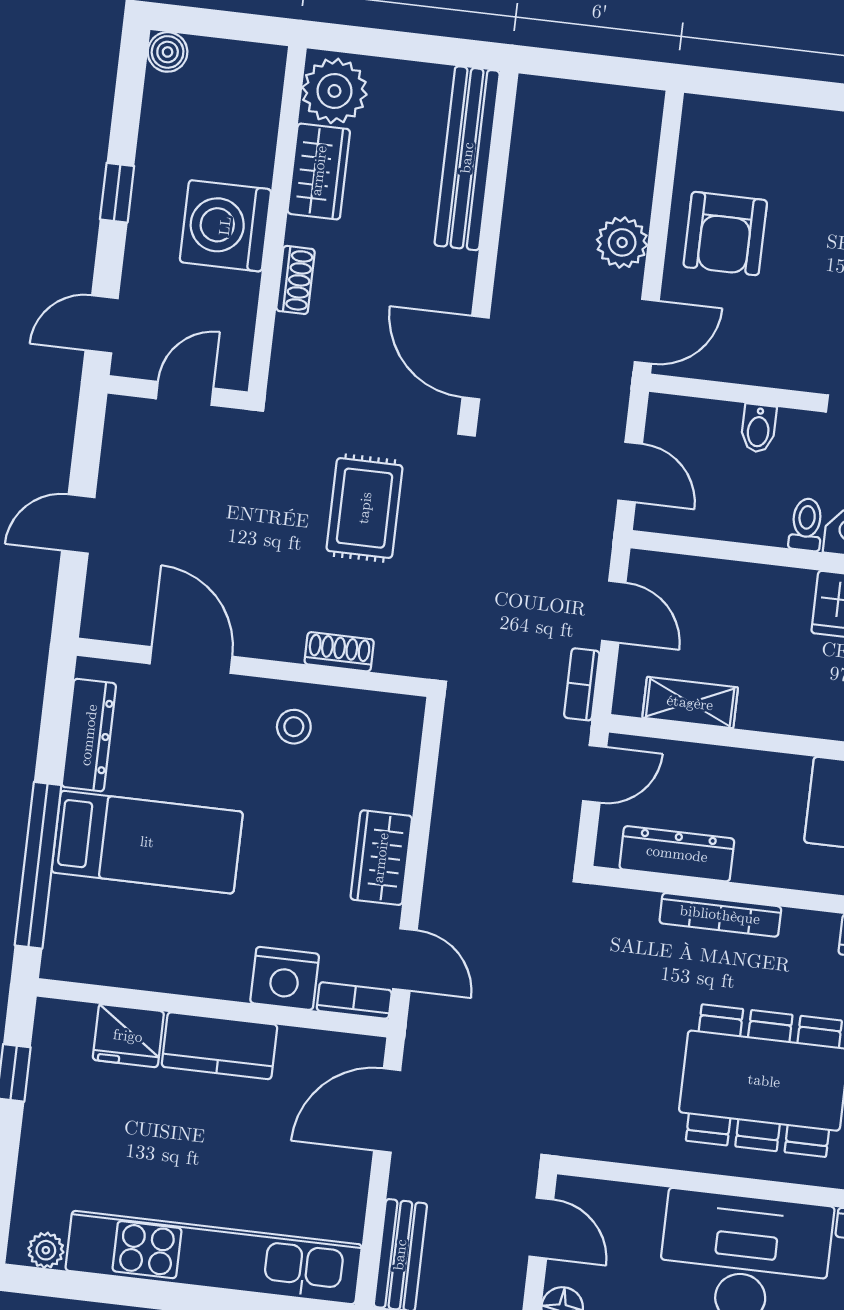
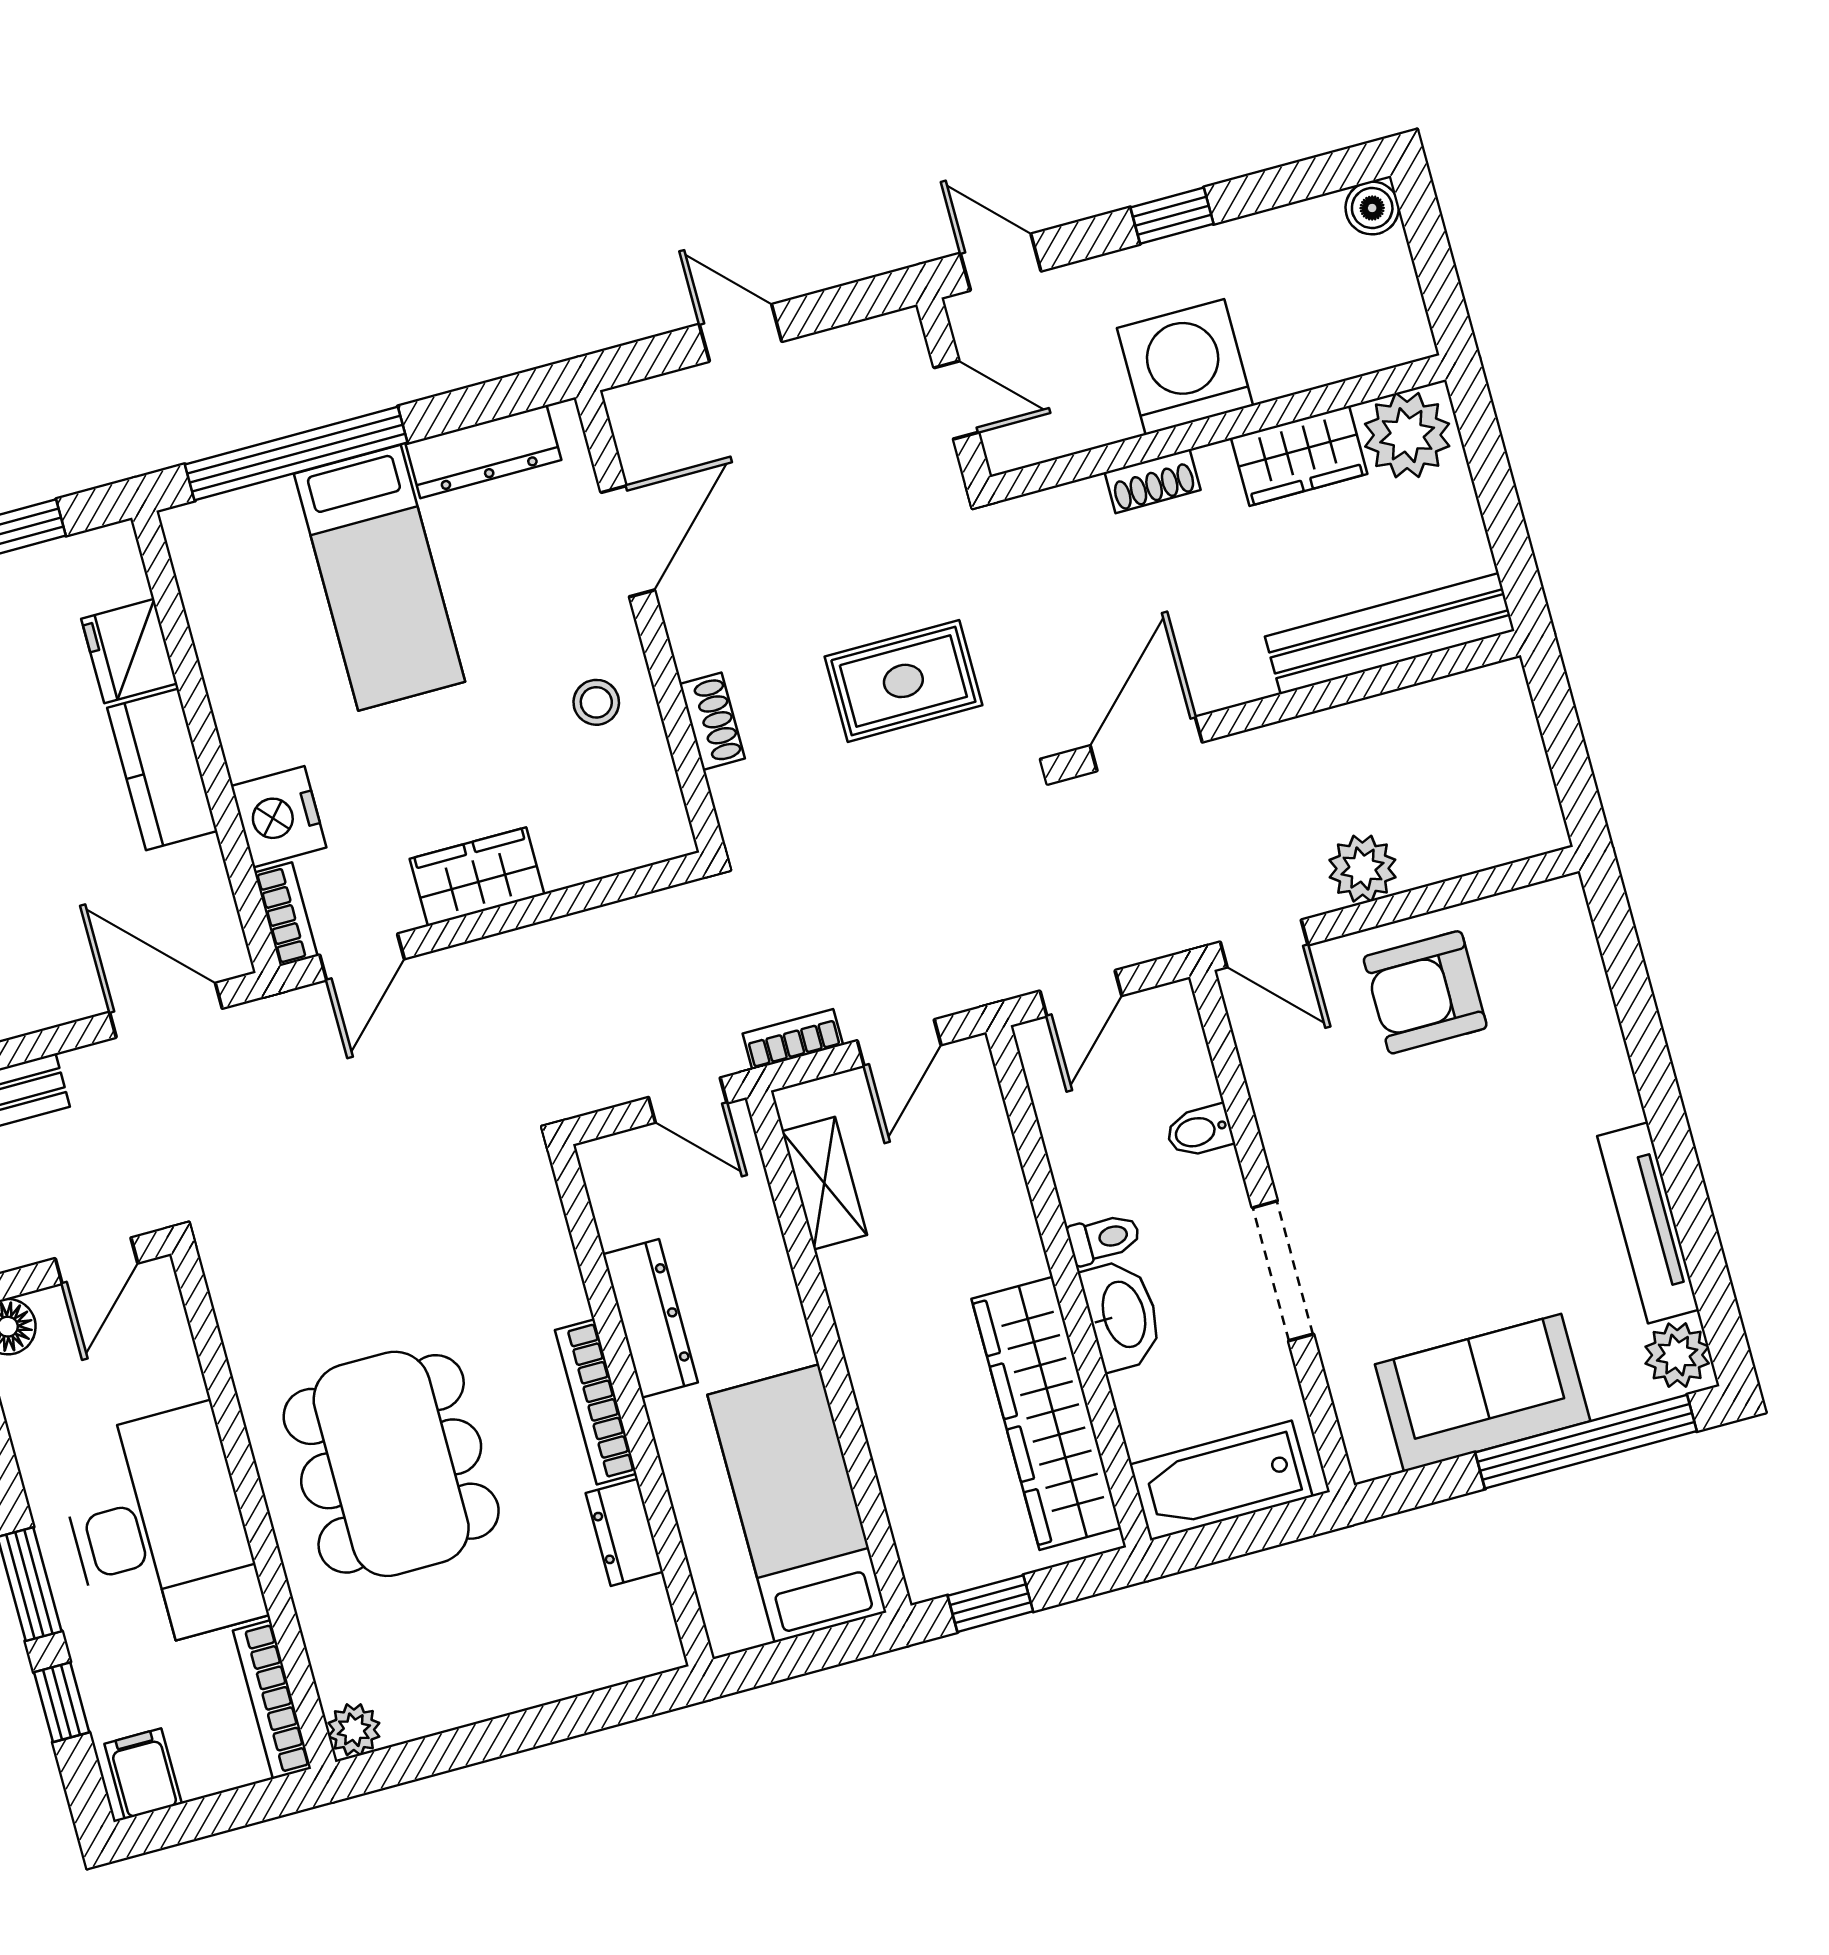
dresser: (677, 854) -> (650, 1318), moved
bookcase: (720, 915) -> (596, 1402), moved

